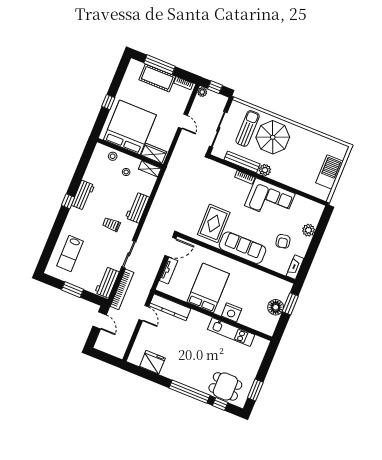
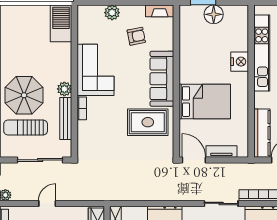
barbecue: (329, 172) -> (61, 23), moved, turned 90
bed: (208, 288) -> (205, 102), moved, turned 180
kitchen unit: (231, 332) -> (262, 53), width x1.36

